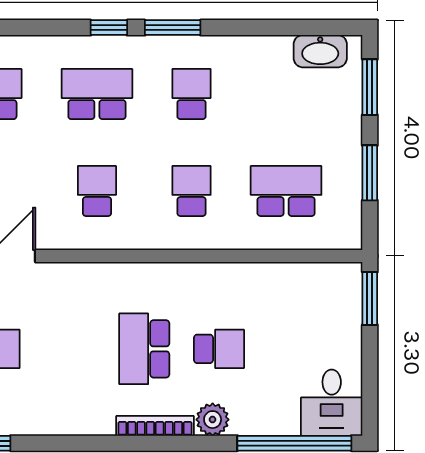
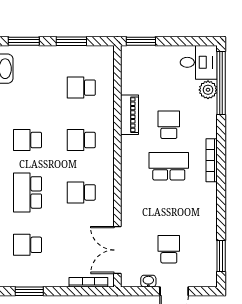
school desk: (286, 191) -> (81, 88), width x0.54
piano: (237, 278) -> (130, 115), added
school desk: (144, 349) -> (169, 166), turned 180
plant: (213, 420) -> (208, 90), moved

